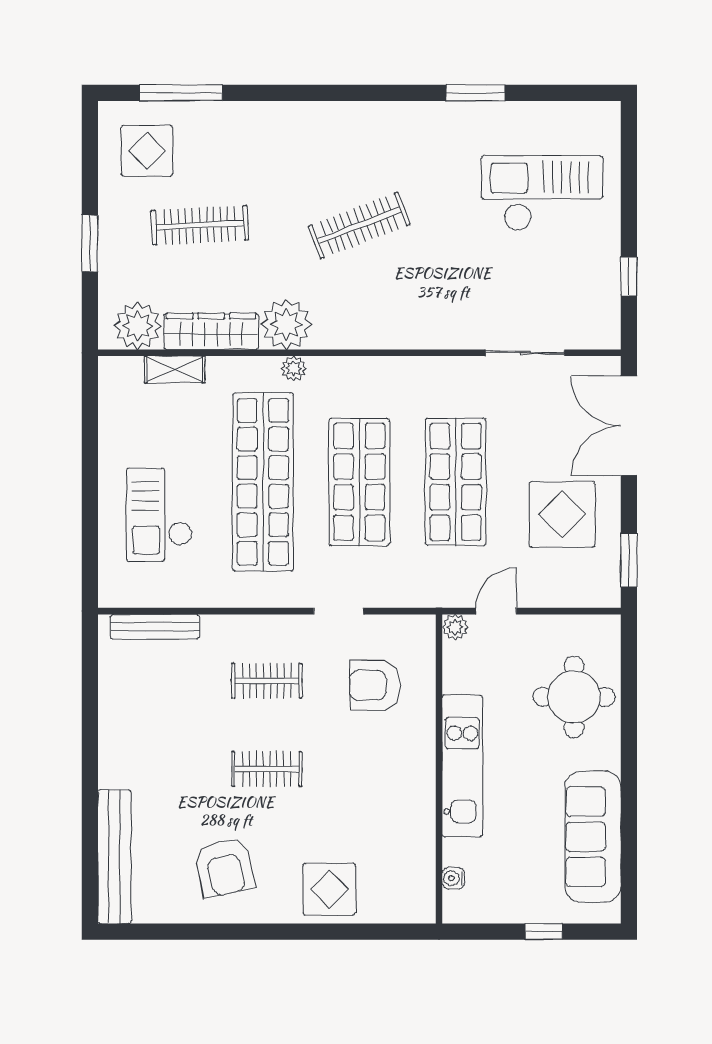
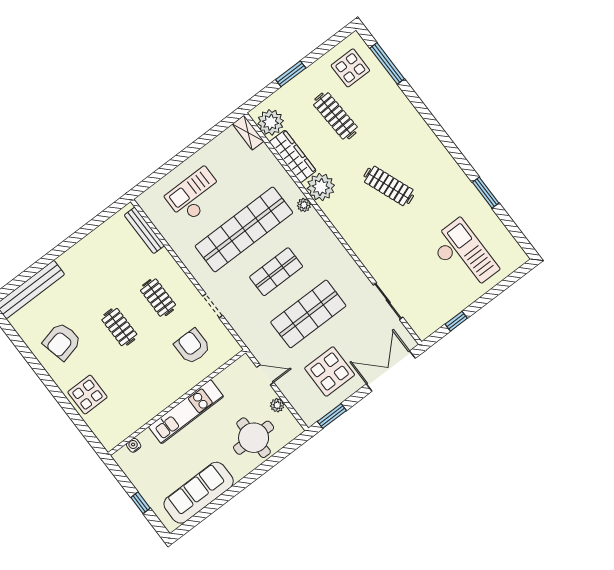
shelving: (175, 370) -> (248, 133), moved
shop shelf: (359, 482) -> (276, 272), width x0.70, depth x0.74
plant: (455, 627) -> (277, 405), moved

